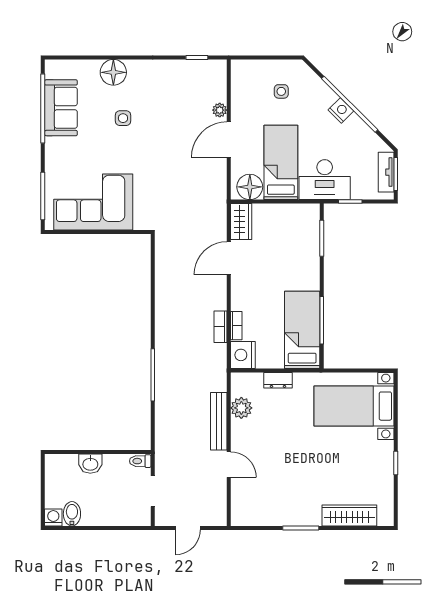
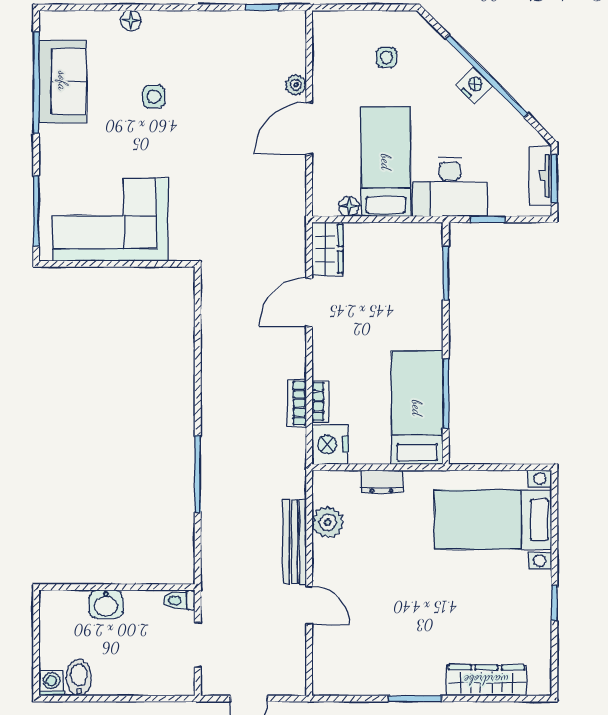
floor lamp: (113, 72) -> (131, 20), width x0.53, depth x0.53
floor lamp: (250, 187) -> (349, 207), width x0.53, depth x0.53

